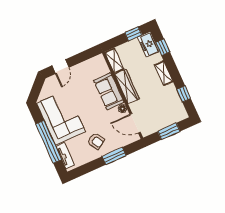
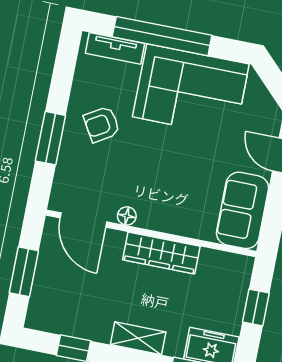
window: (133, 34) -> (256, 308), moved
shelving: (114, 61) -> (226, 263), removed
sofa: (109, 91) -> (243, 210), moved, turned -90
door: (135, 123) -> (83, 220), swing flipped

